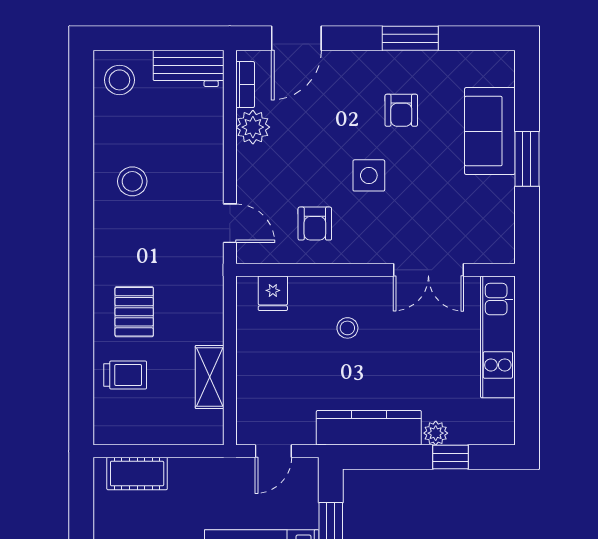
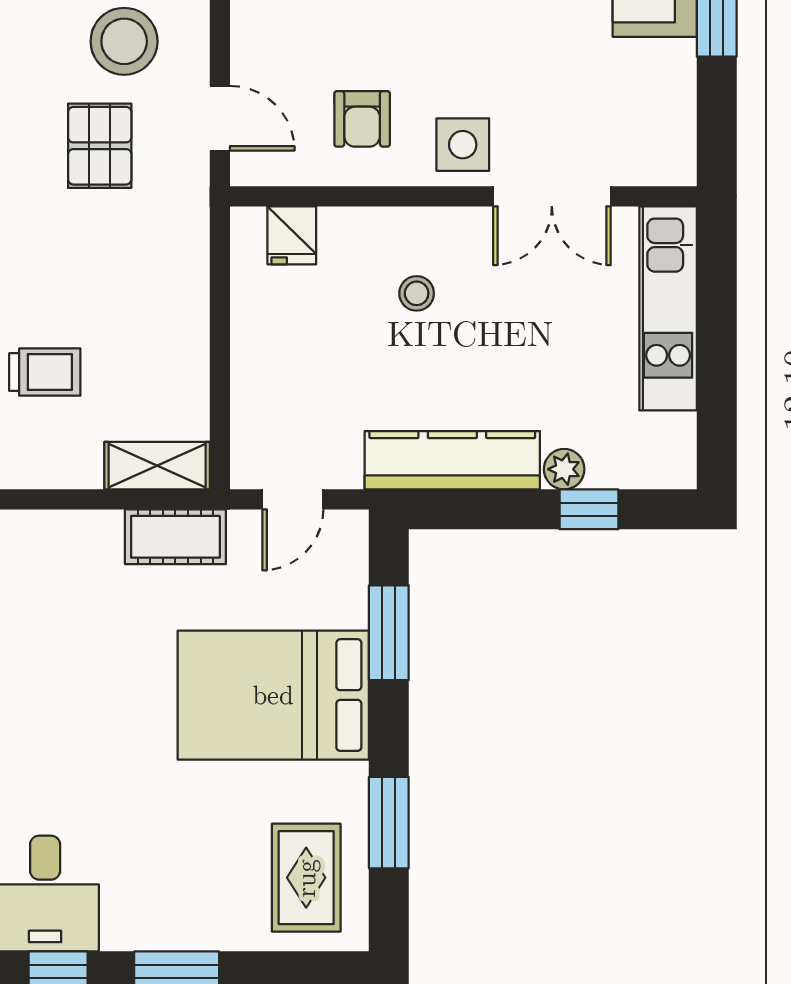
side table: (369, 175) -> (463, 145), moved
stool: (132, 181) -> (124, 41), moved, width x1.38, depth x1.38
pallet: (134, 312) -> (100, 146), moved
shelving: (210, 377) -> (157, 466), moved, turned 90
cot: (137, 474) -> (175, 537), moved

